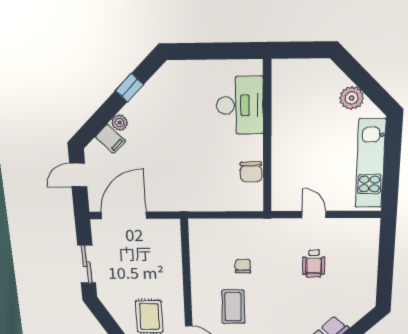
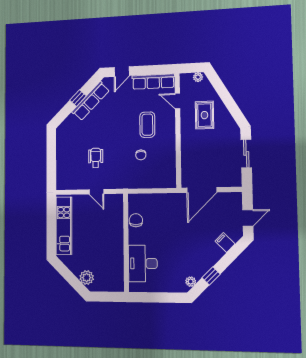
plant: (352, 98) -> (87, 278), moved
plant: (120, 123) -> (191, 282), moved
door: (124, 215) -> (202, 190), moved

